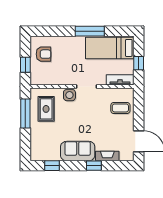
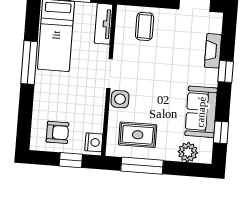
armchair: (43, 54) -> (57, 132), turned 90
nightstand: (39, 79) -> (94, 142), added
plant: (37, 144) -> (188, 152), added
sofa: (78, 151) -> (201, 112), moved

